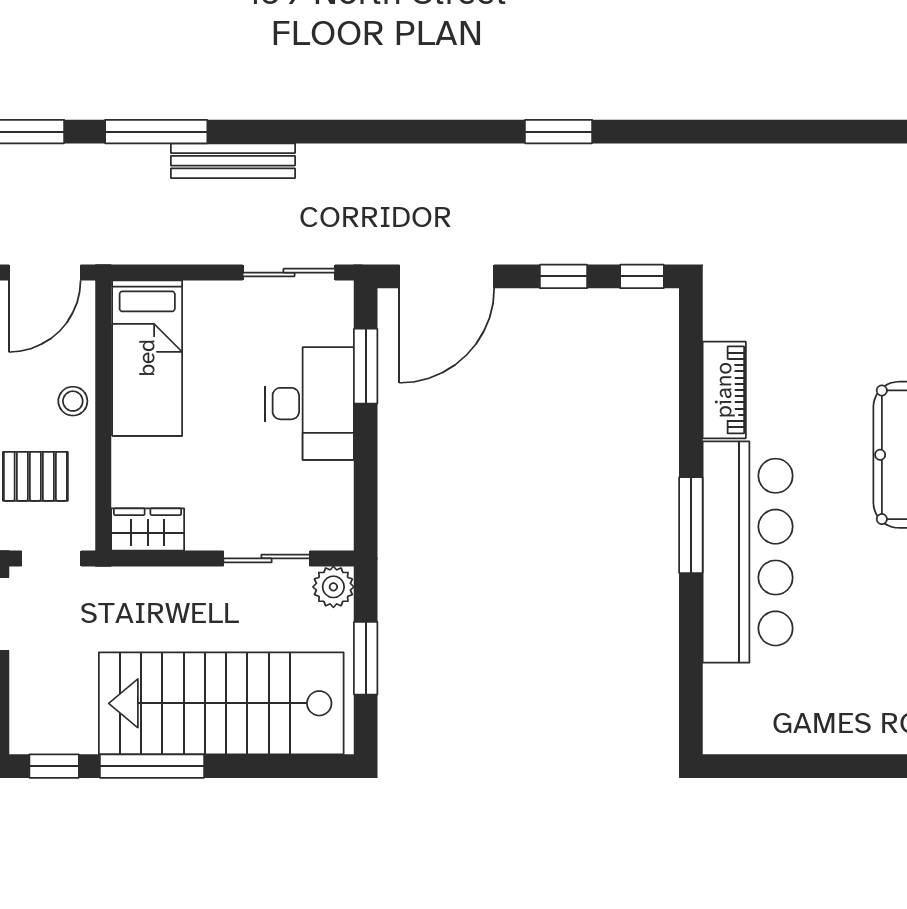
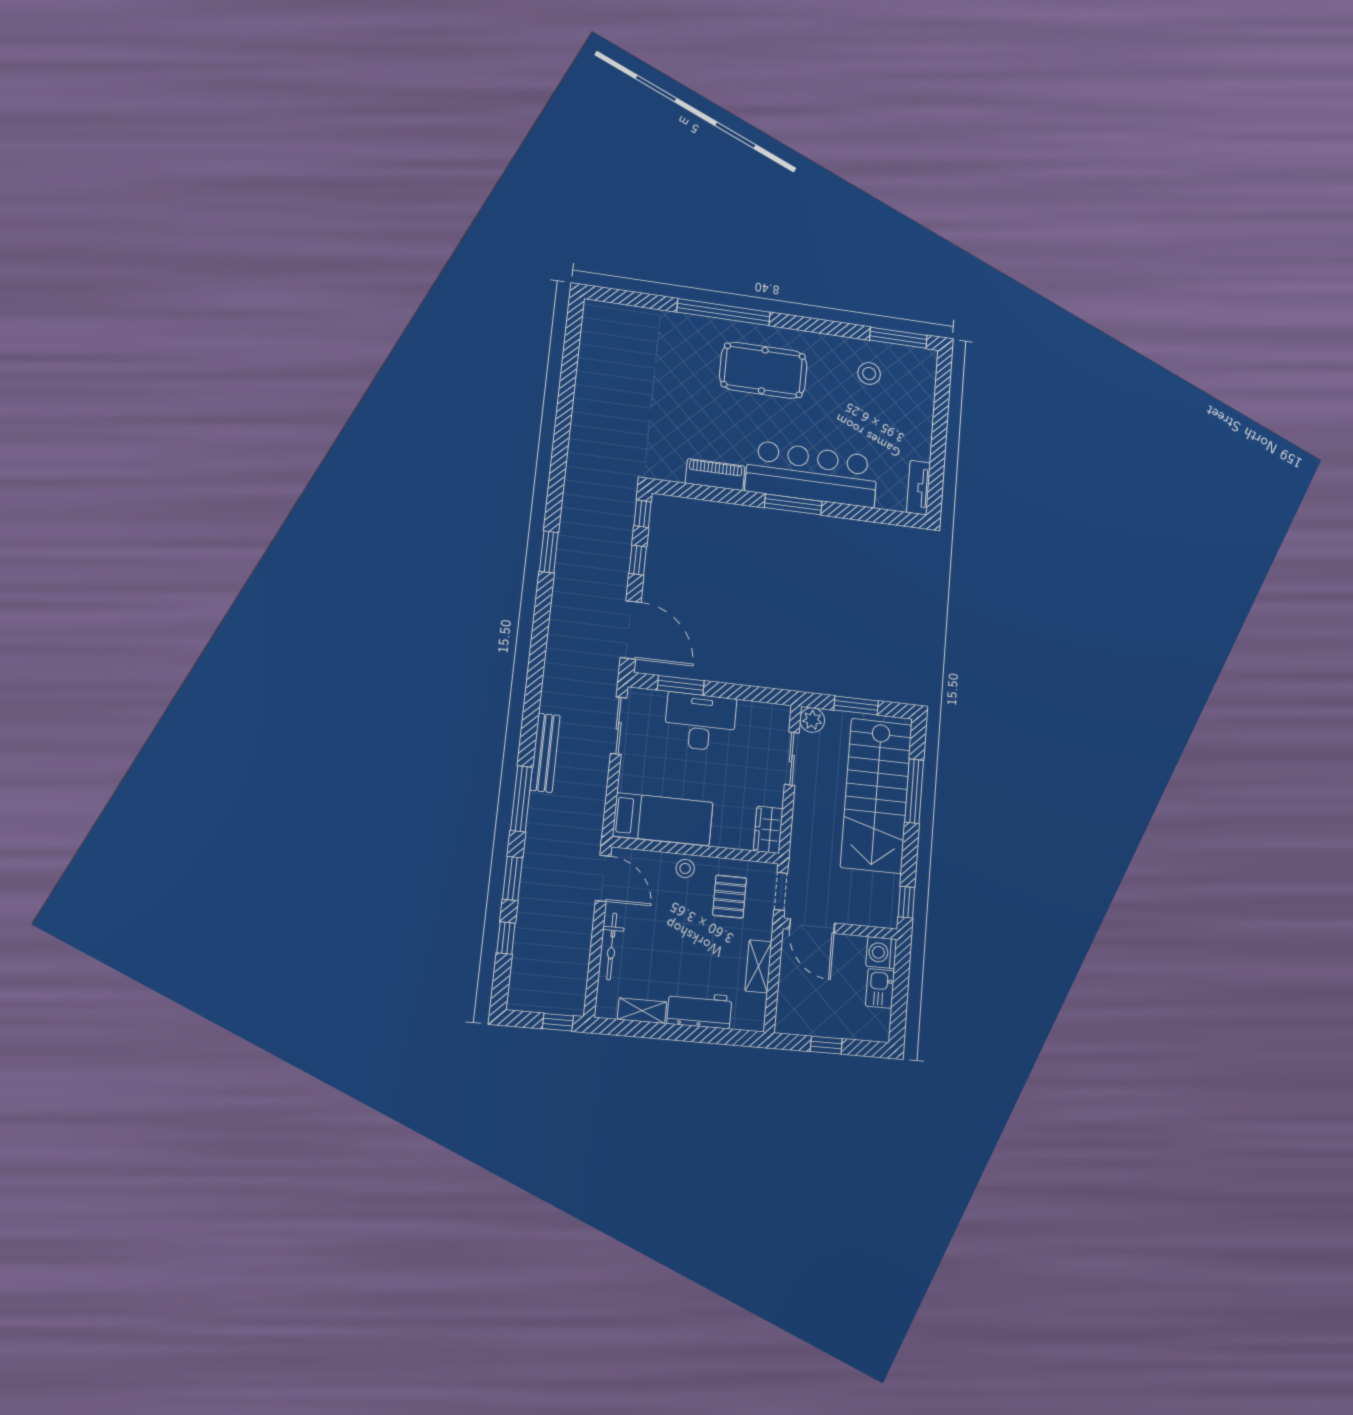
tv unit: (749, 737) -> (919, 488), added
window: (152, 766) -> (914, 791), moved

